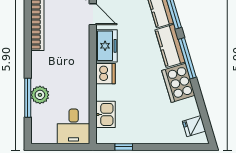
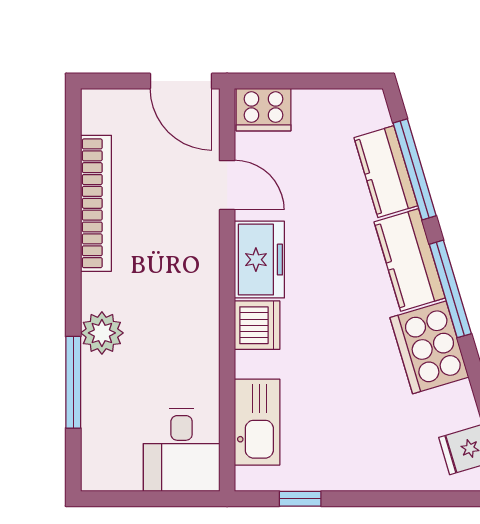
plant: (40, 95) -> (102, 333), moved
kitchen sink: (106, 114) -> (257, 422), width x1.38

